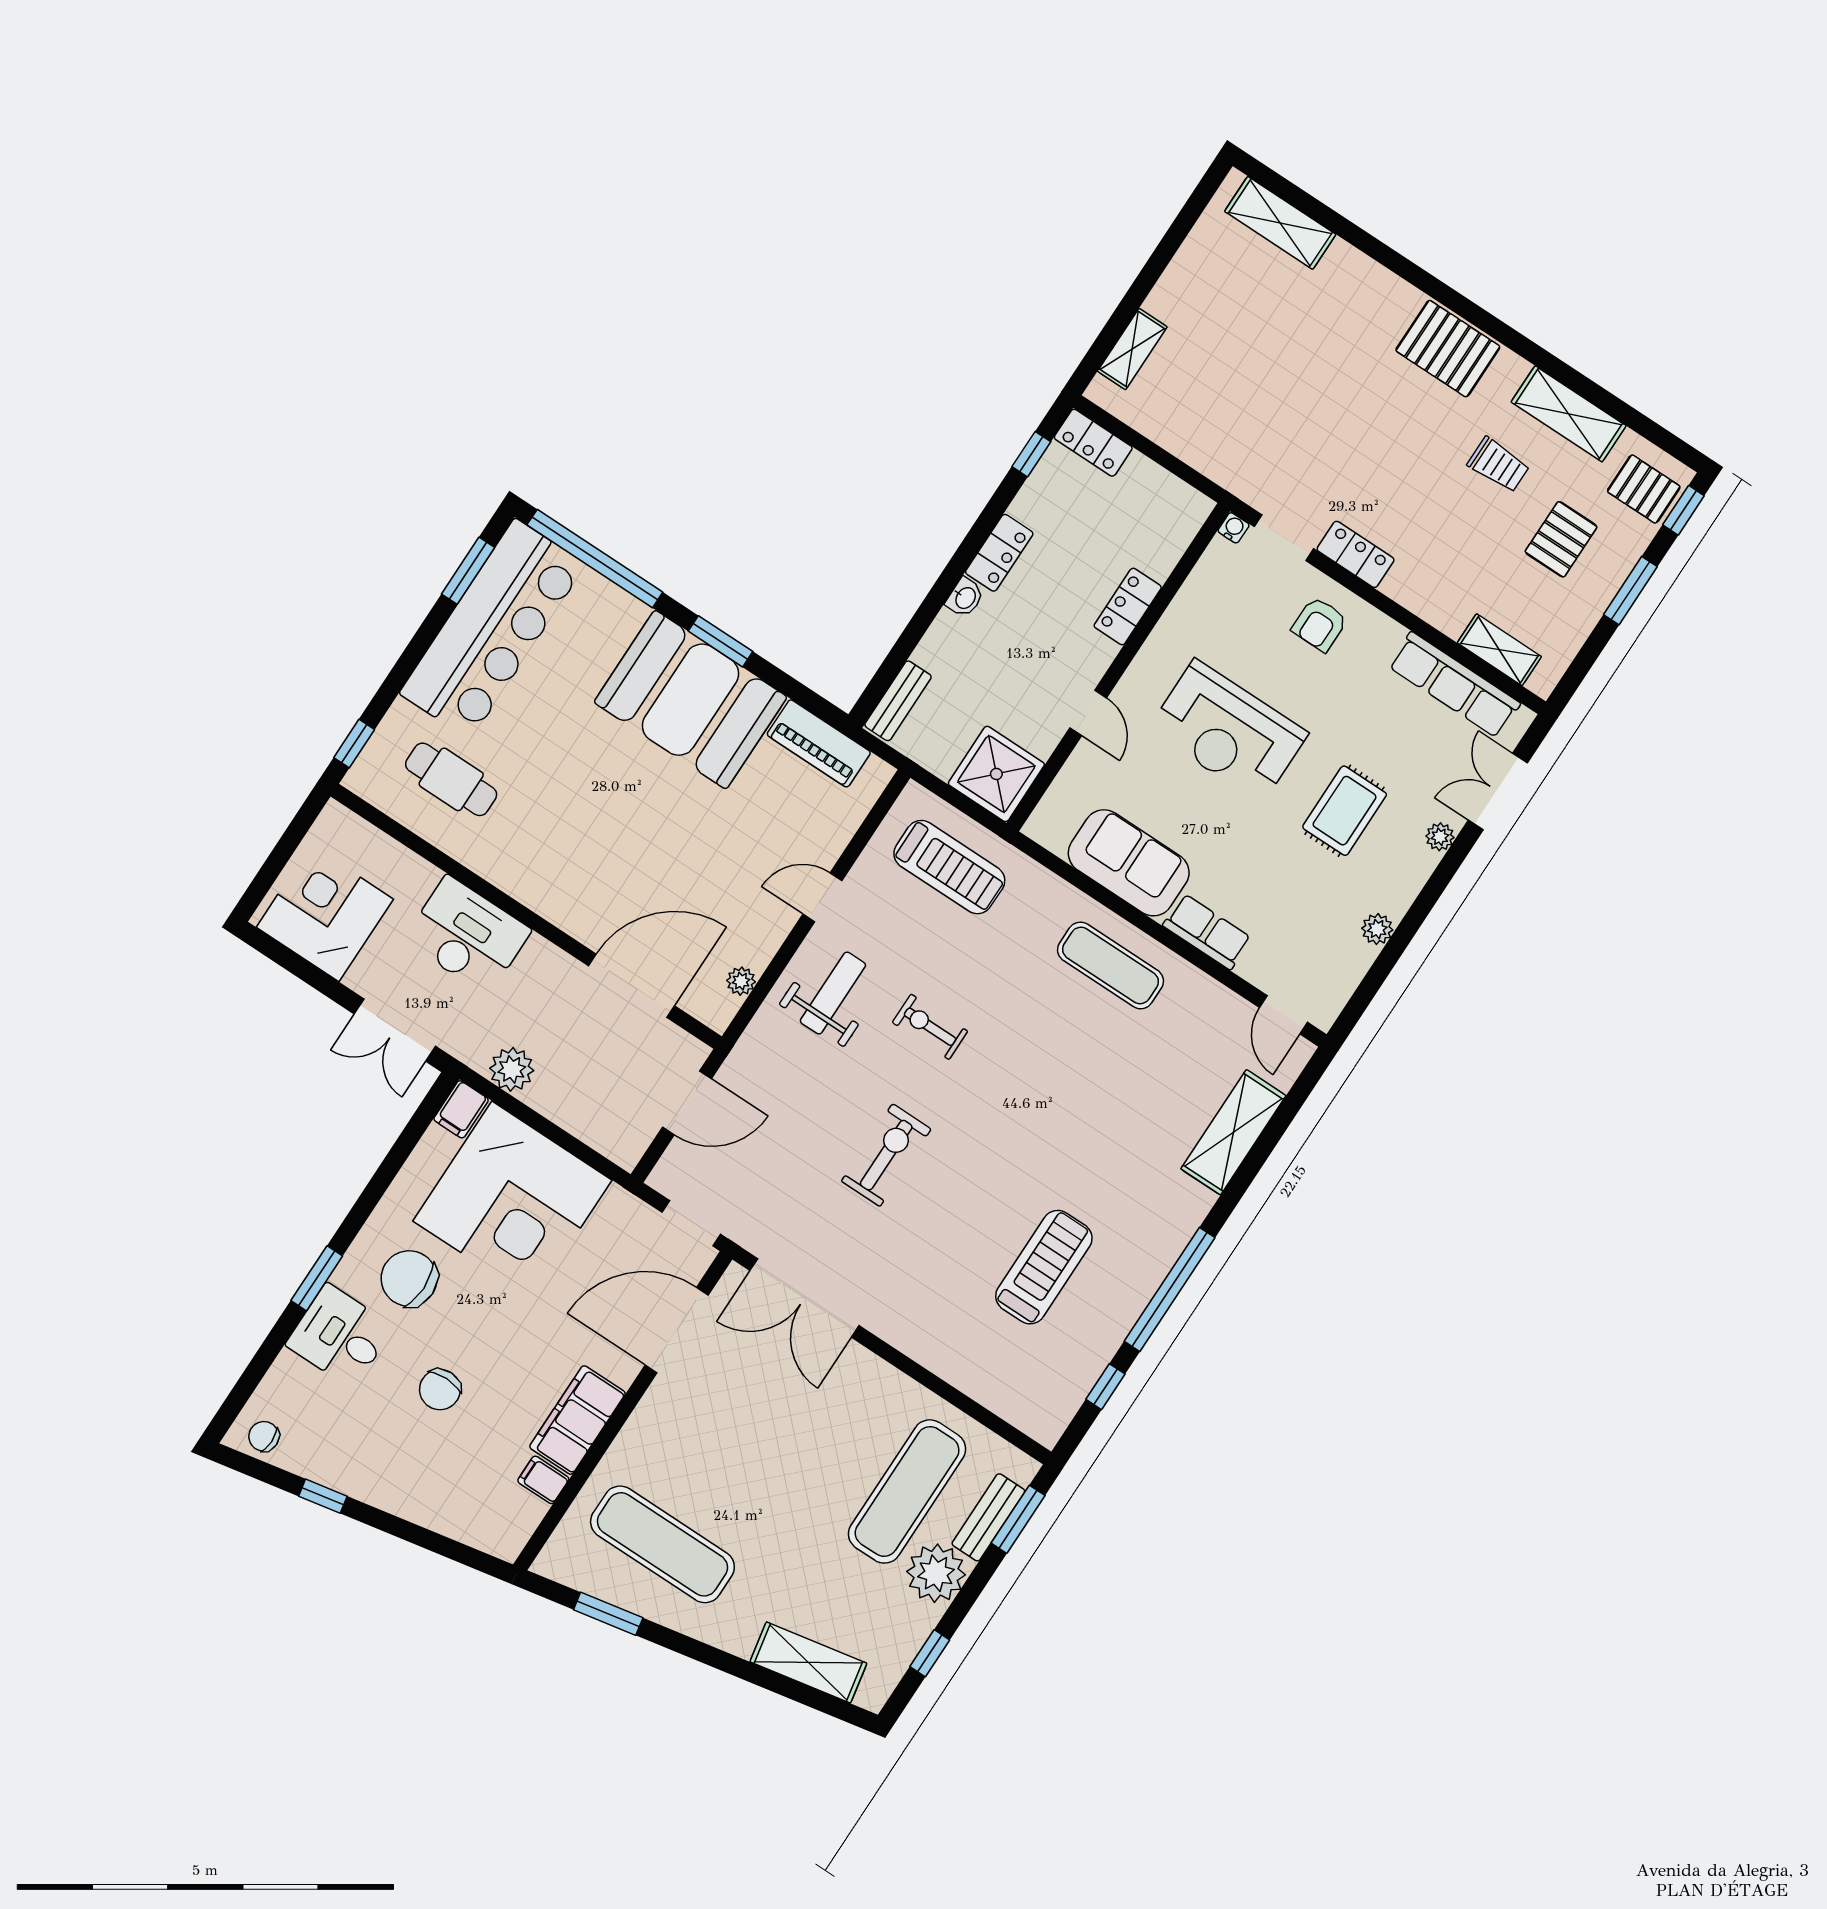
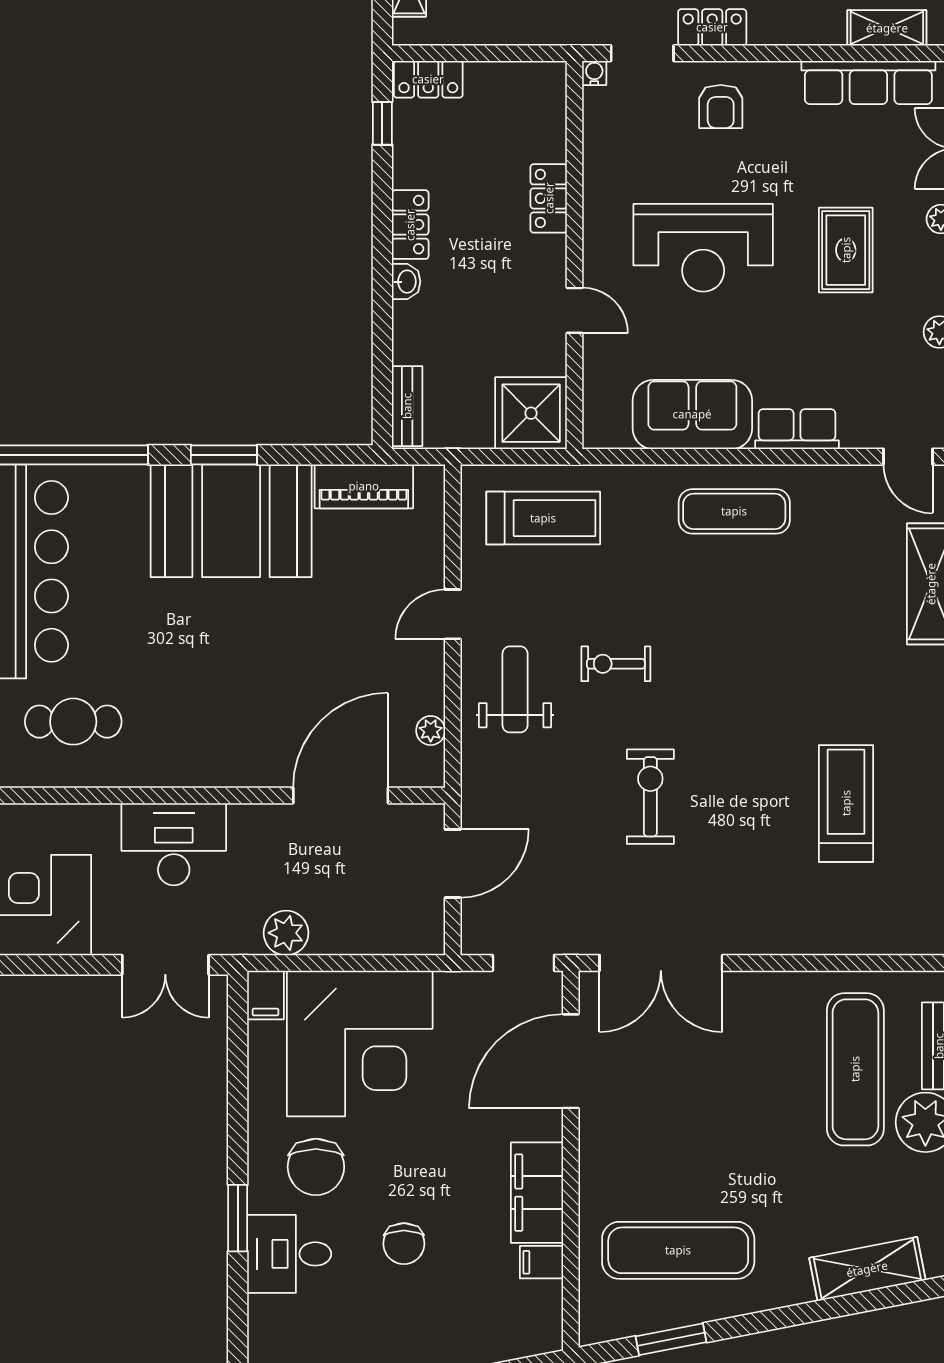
chair: (409, 1279) -> (316, 1167), turned -90

